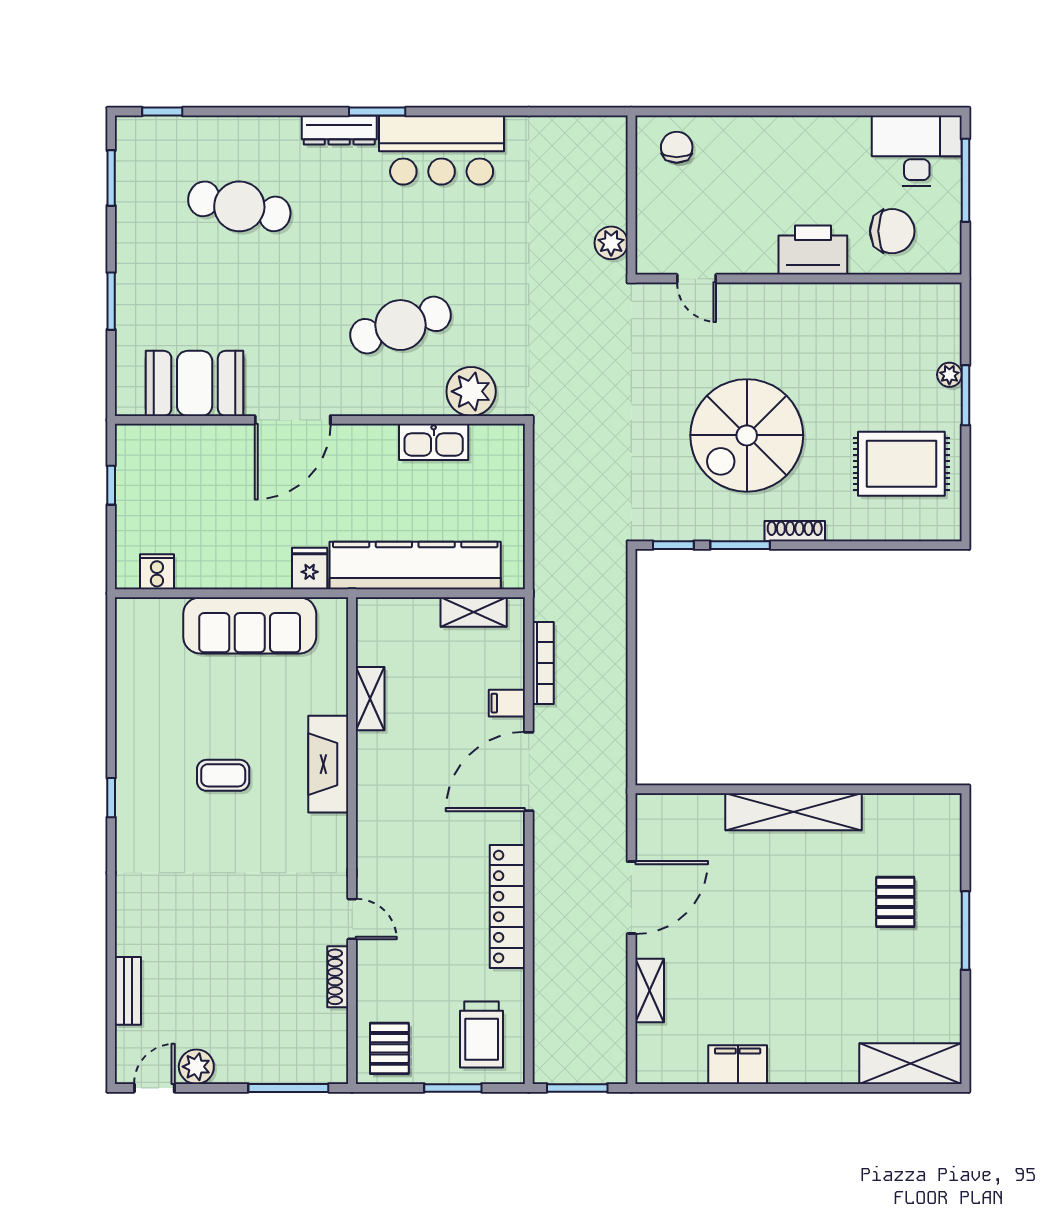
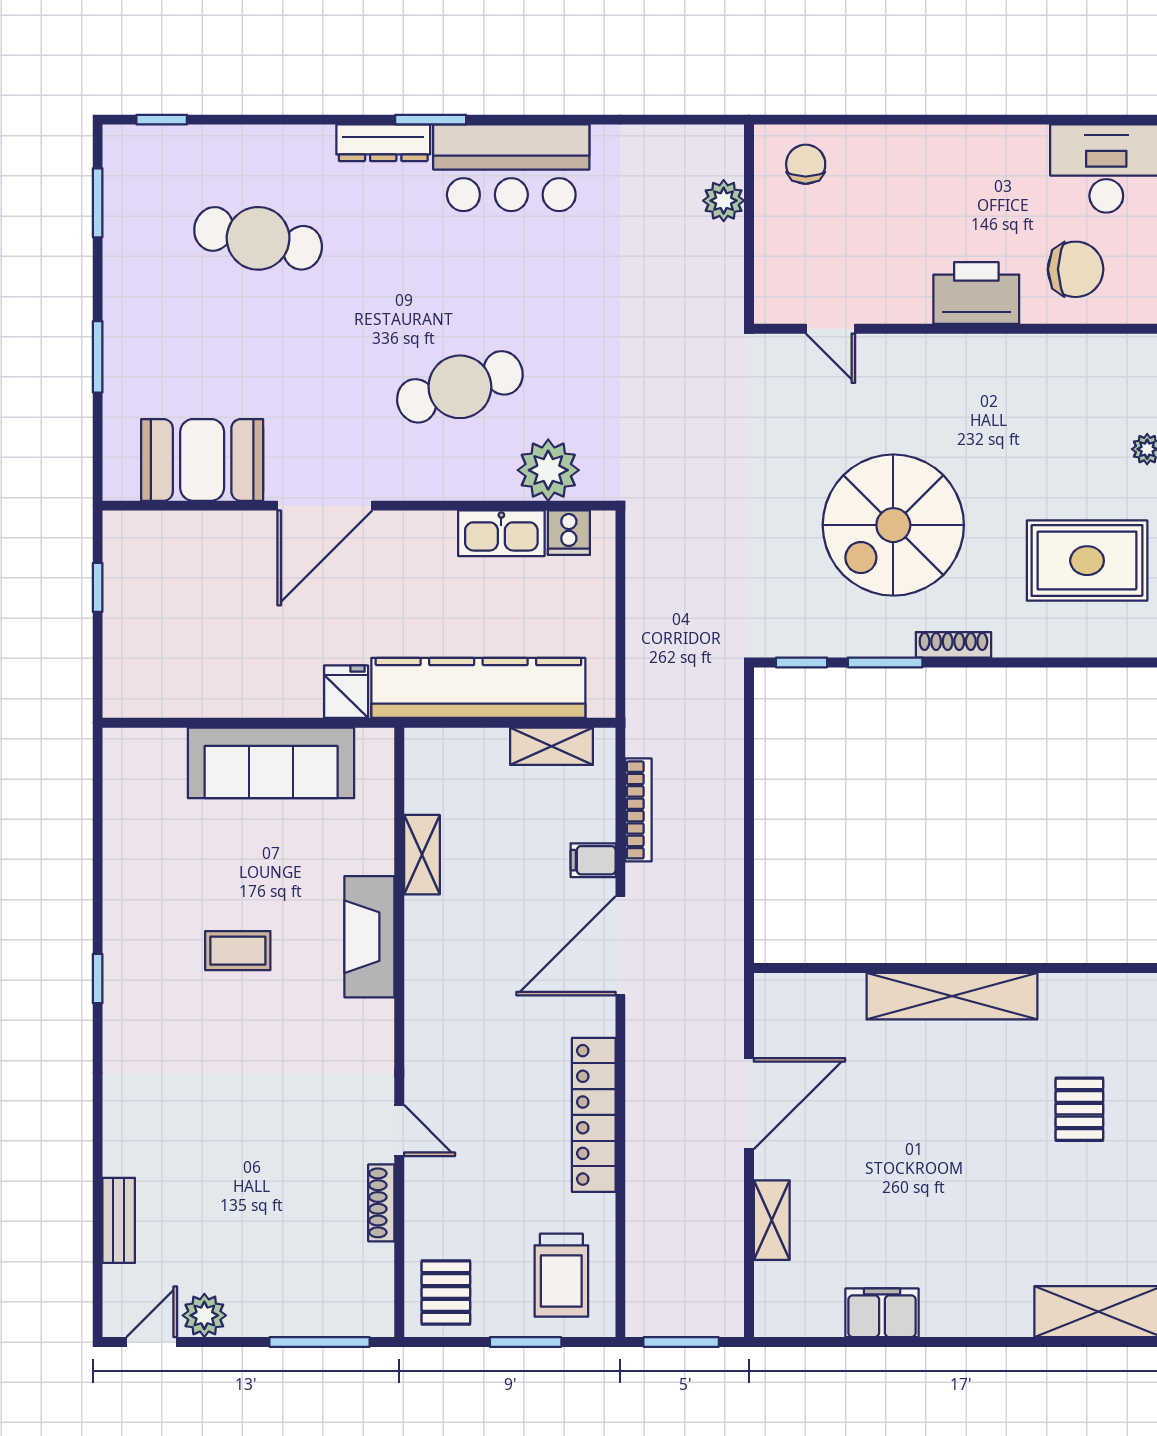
plant: (611, 243) -> (724, 201), moved
cooker: (157, 572) -> (569, 533), moved, turned 180

